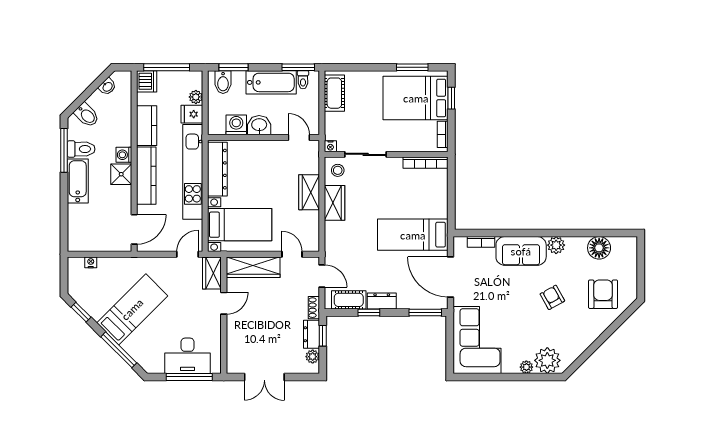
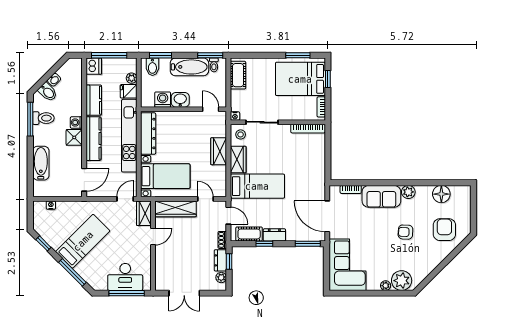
washbasin: (107, 87) -> (54, 80), moved
bathtub: (78, 181) -> (41, 163), moved
bed: (413, 235) -> (257, 186), moved, turned 180
armchair: (552, 297) -> (405, 232), turned -58

